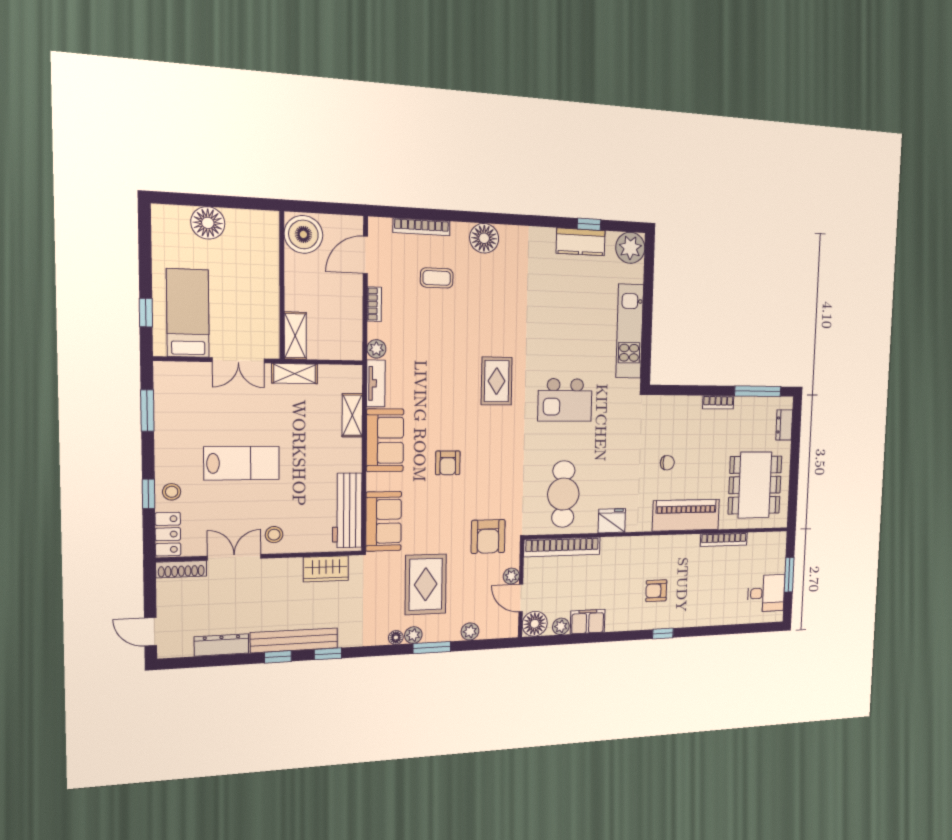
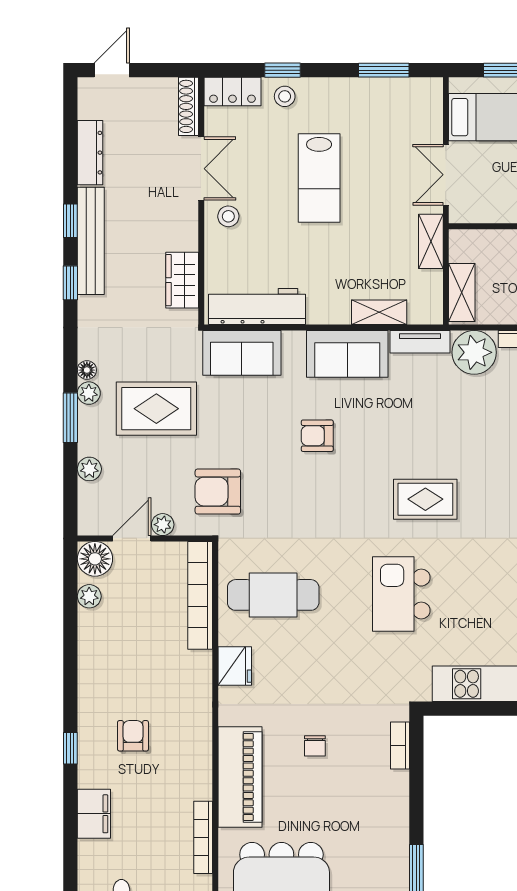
shelving: (295, 336) -> (462, 293), moved, turned 90
plant: (376, 349) -> (474, 352), width x1.87, depth x1.87
bookcase: (718, 402) -> (400, 746), moved
filing cabinet: (588, 622) -> (94, 814), moved

